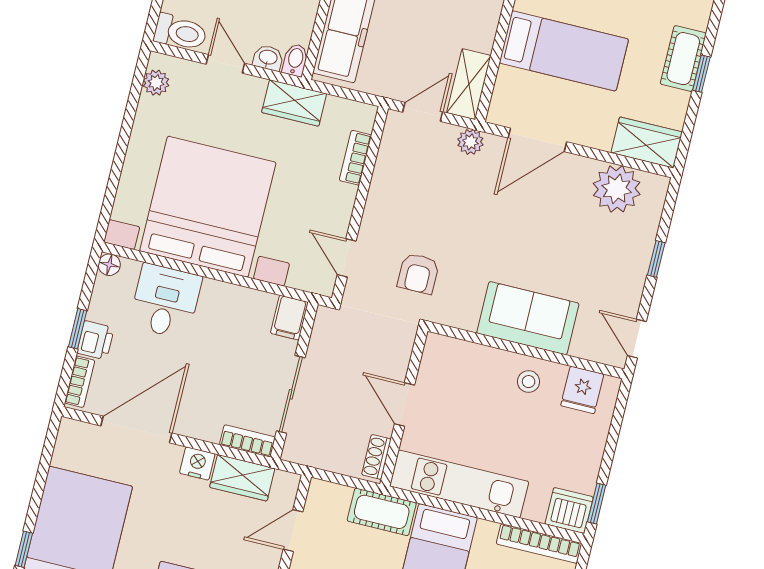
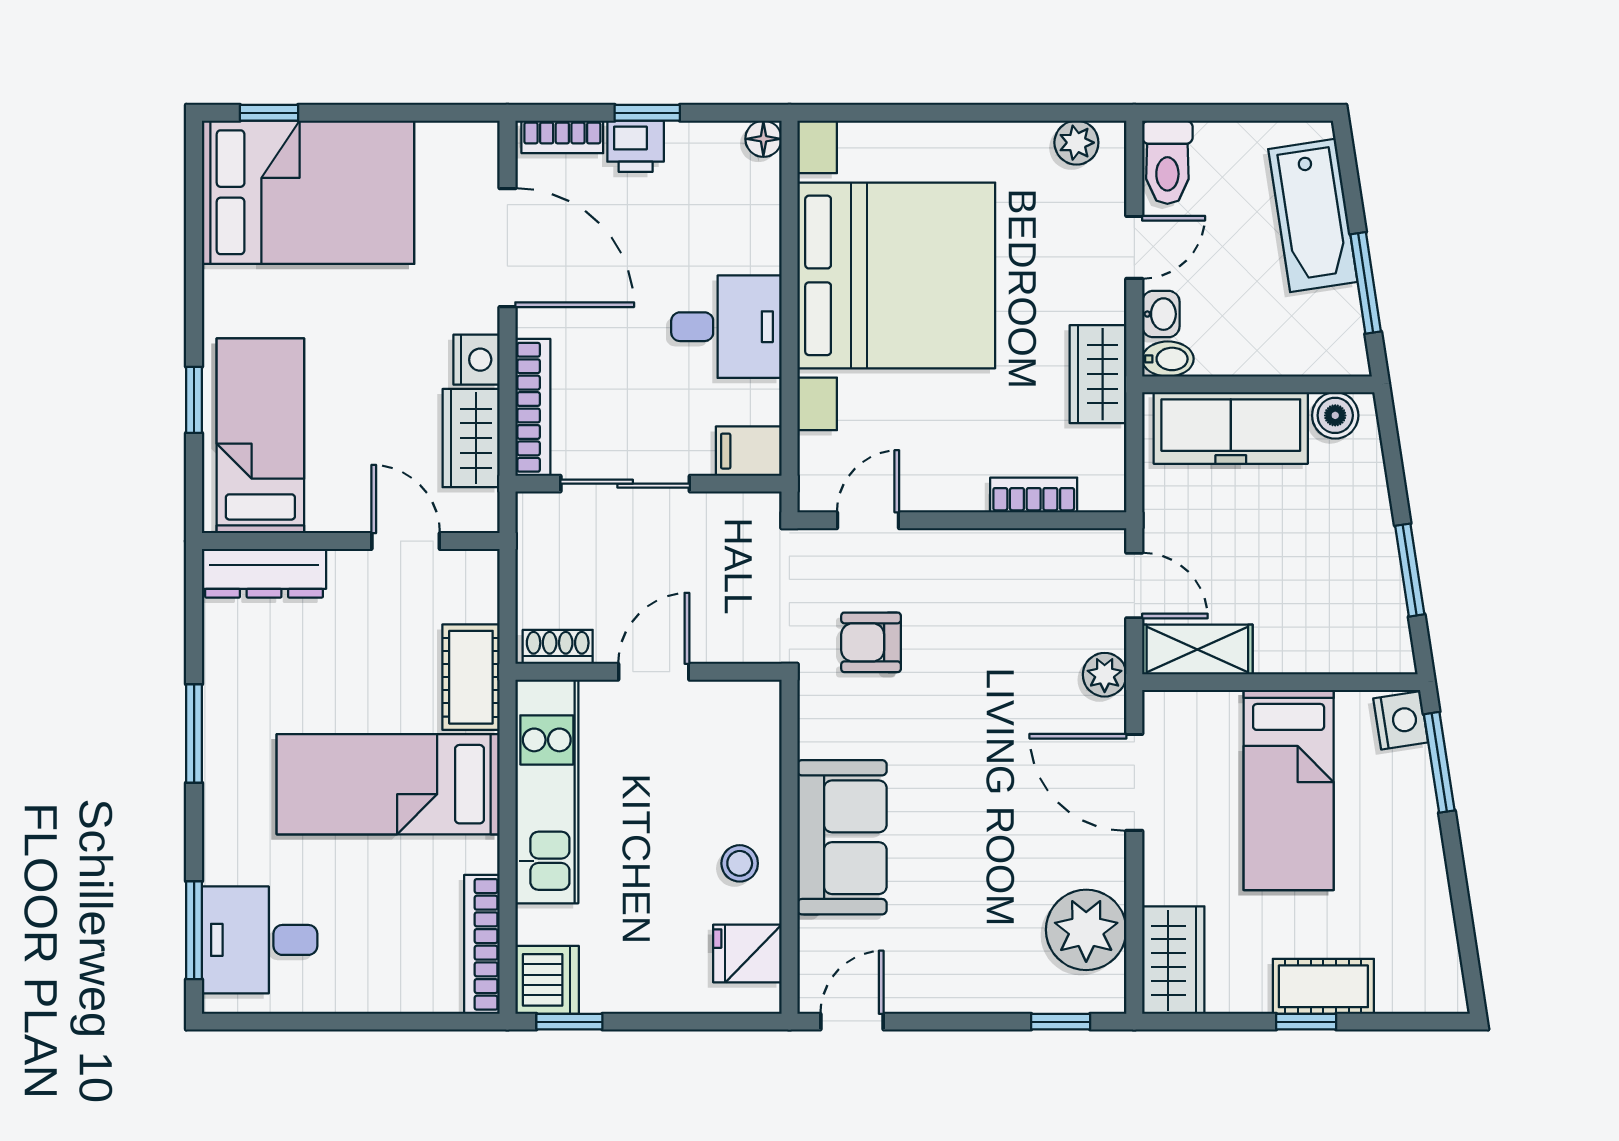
window: (656, 259) -> (1061, 1022), moved
desk: (165, 301) -> (726, 327), moved
bookcase: (247, 441) -> (533, 407), width x1.56

